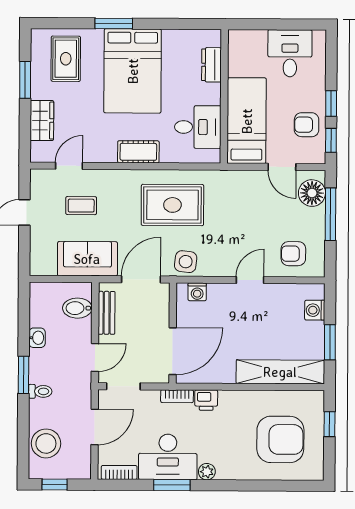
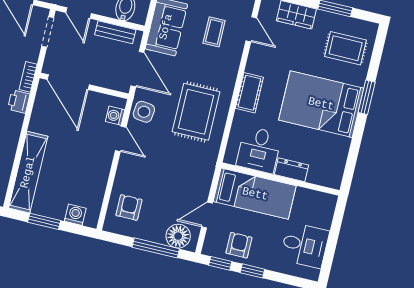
dresser: (212, 65) -> (291, 170), moved
door: (250, 280) -> (121, 139), moved

